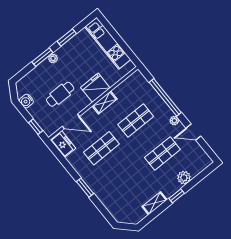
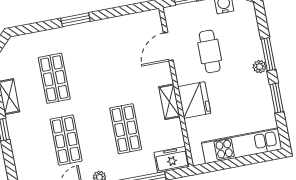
freezer: (63, 144) -> (172, 160), moved, turned 180
shop shelf: (101, 148) -> (54, 78), moved
plant: (184, 178) -> (21, 151), removed

